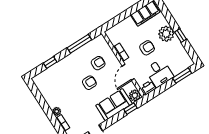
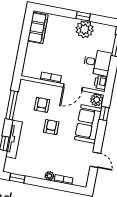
plant: (166, 34) -> (85, 29), moved
armchair: (147, 48) -> (67, 53), removed
tv unit: (59, 66) -> (14, 139), added
door: (128, 72) -> (73, 87), hinge flipped
window: (36, 92) -> (17, 178), added

